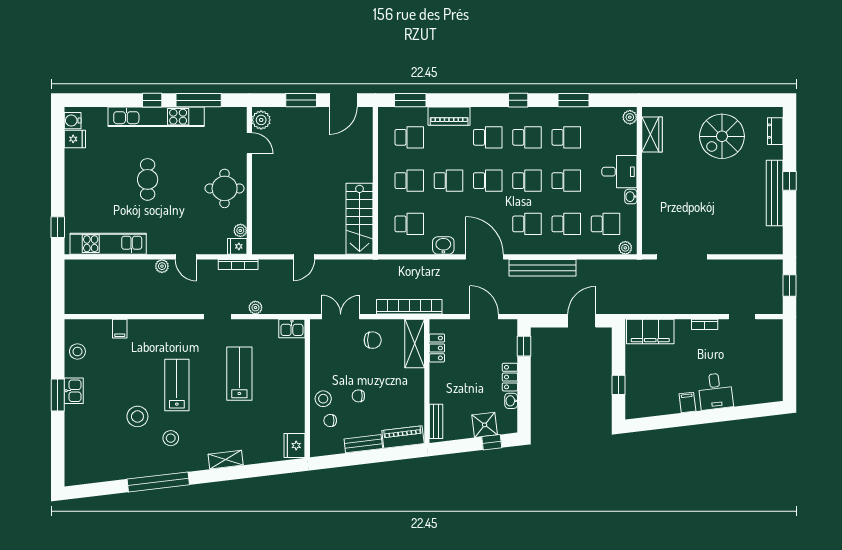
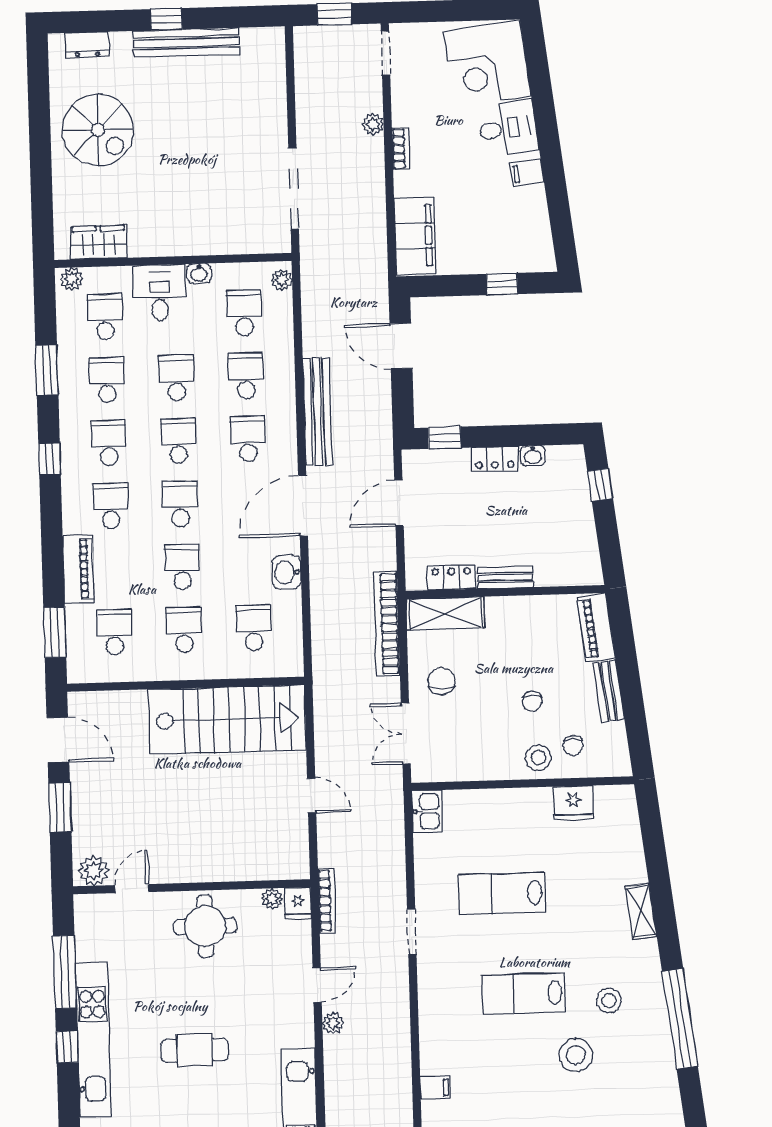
school desk: (606, 137) -> (105, 317), added
stairs: (360, 219) -> (227, 719), width x1.36, depth x1.51
plant: (255, 308) -> (373, 124), moved
doorway: (742, 317) -> (386, 53), moved
corner desk: (756, 380) -> (487, 64), added
bench: (436, 421) -> (505, 577), moved
shower: (485, 425) -> (573, 497), removed
fridge: (295, 446) -> (573, 803), moved

